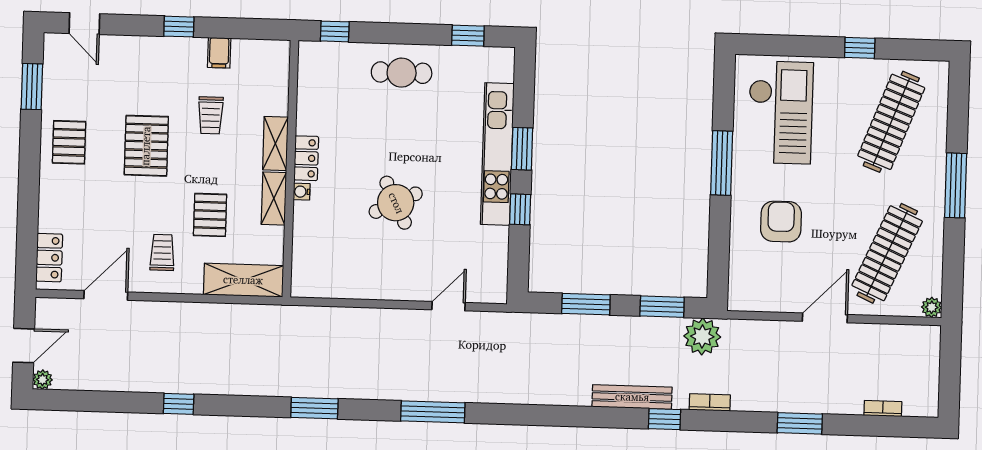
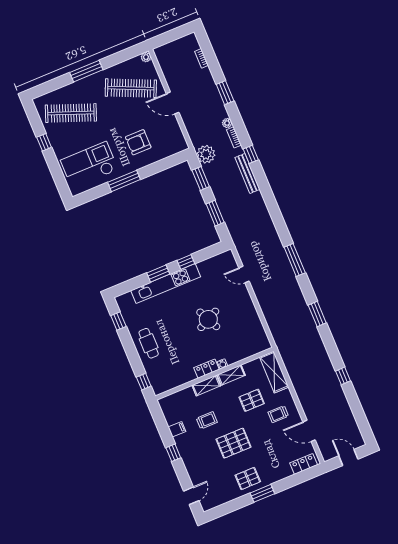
window: (32, 87) -> (262, 493), moved
plant: (43, 380) -> (227, 123), moved

